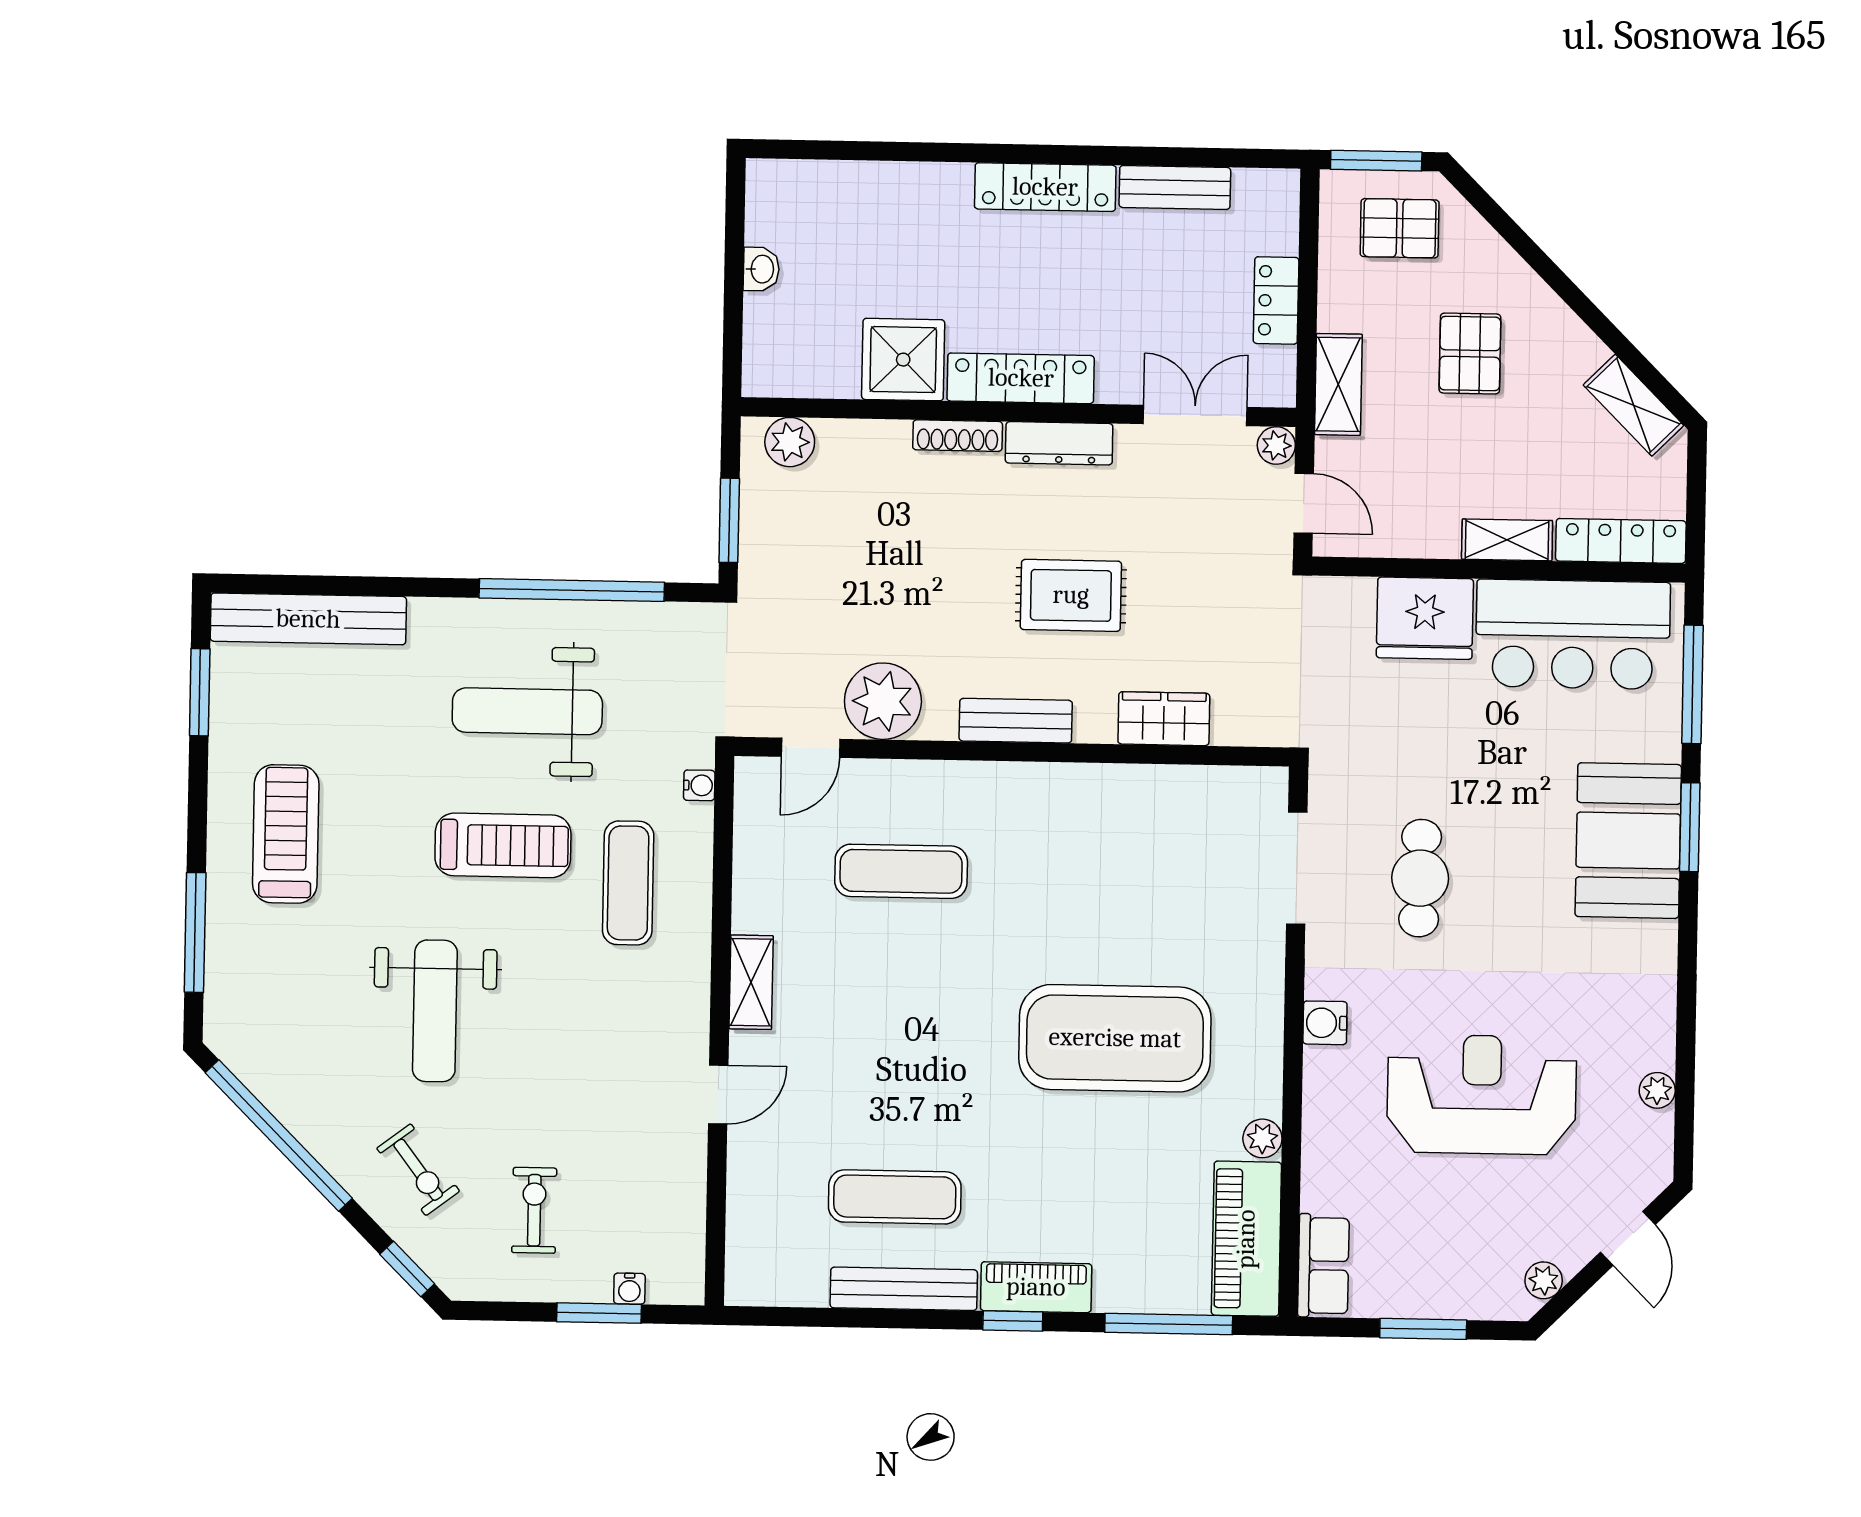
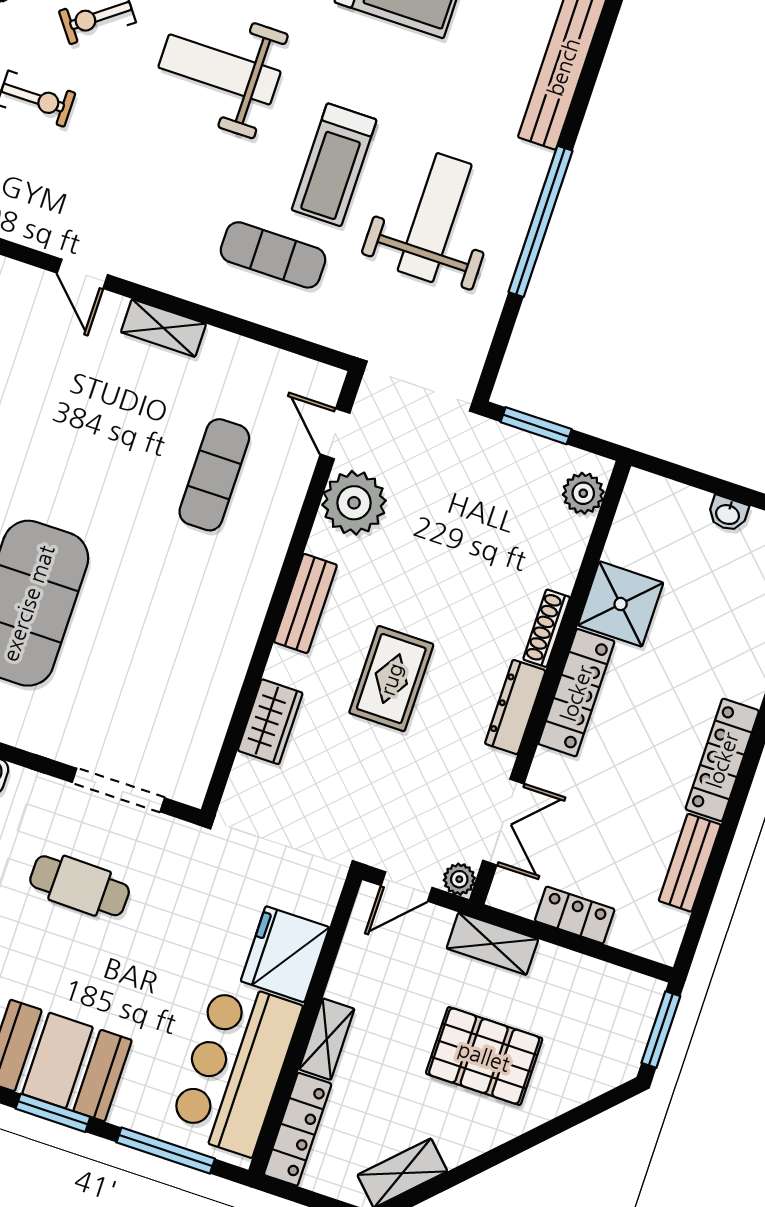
pallet: (1400, 228) -> (601, 1031), removed
pallet: (1470, 354) -> (484, 1056), width x1.50, depth x1.42
window: (572, 590) -> (541, 221), moved
water cooler: (699, 785) -> (333, 336), removed

